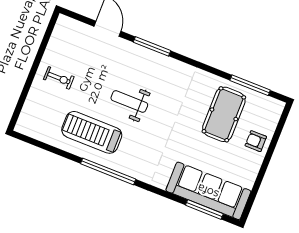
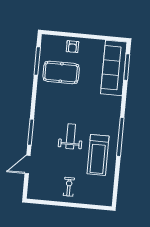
weight bench: (129, 101) -> (71, 136), turned 180

